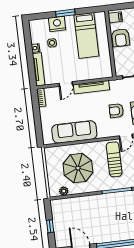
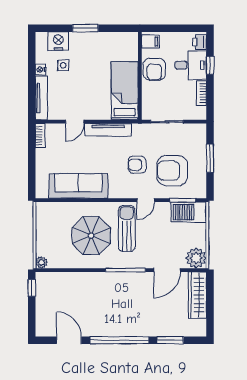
nightstand: (57, 24) -> (58, 41), moved
bed: (86, 36) -> (125, 91), moved, turned 180
parasol: (78, 168) -> (91, 236), moved
plant: (64, 191) -> (41, 262), moved
window: (50, 226) -> (32, 288), moved

